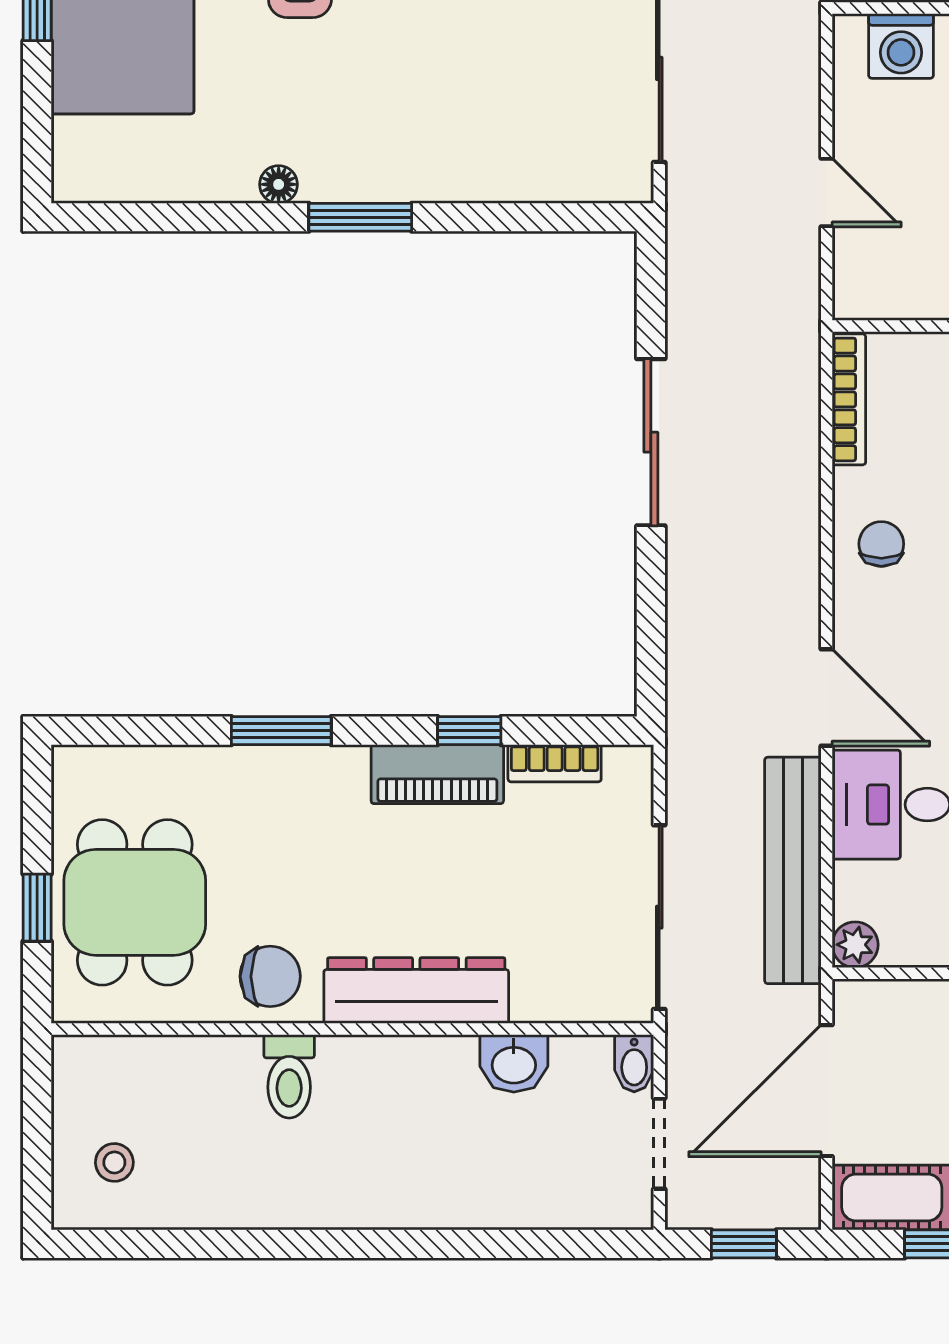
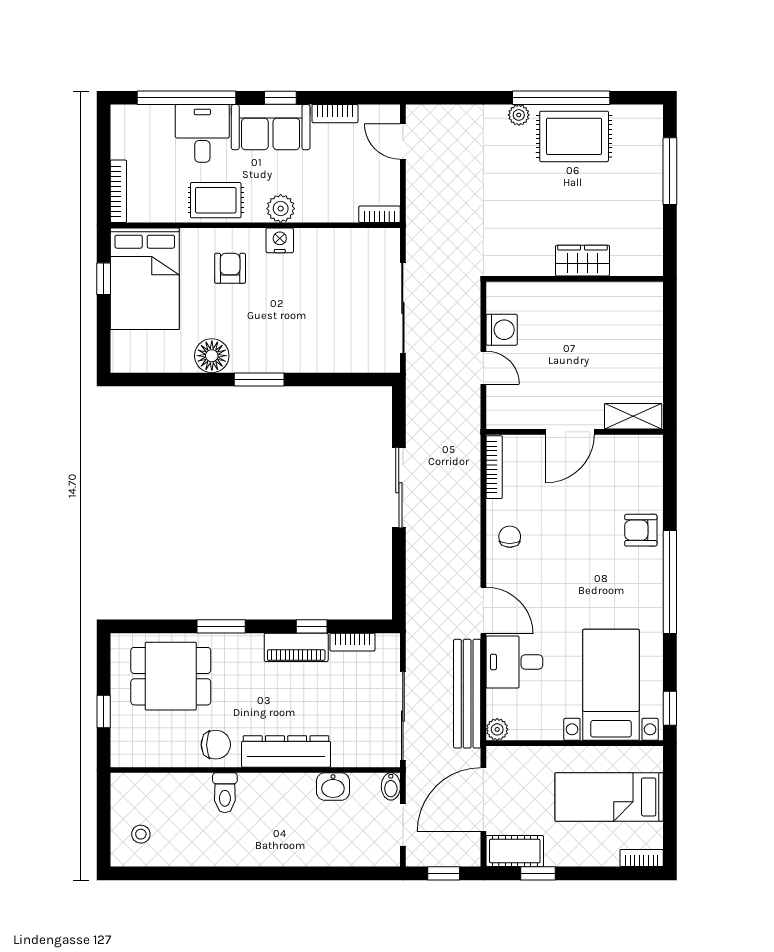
washing machine: (901, 46) -> (502, 330), moved, turned -90
floor lamp: (279, 184) -> (212, 356), width x1.89, depth x1.89
dining table: (135, 902) -> (171, 676), moved, turned 90

